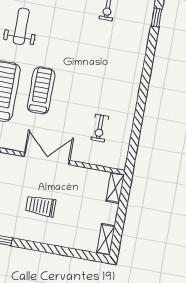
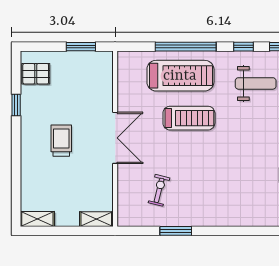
window: (138, 120) -> (176, 231), added
exercise bike: (100, 128) -> (159, 190), turned 104

